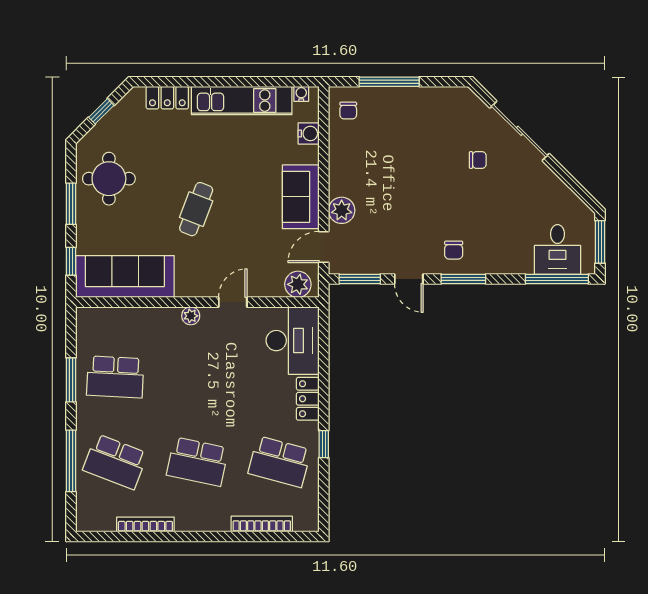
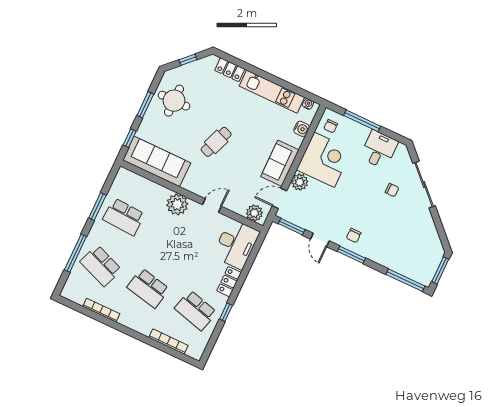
corner desk: (361, 162) -> (324, 160), added
desk: (557, 249) -> (379, 149), moved, turned 180
plant: (191, 316) -> (177, 204), width x1.88, depth x1.88

